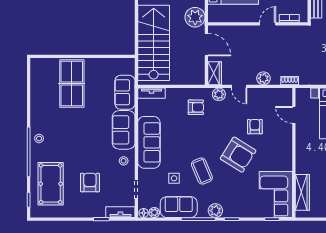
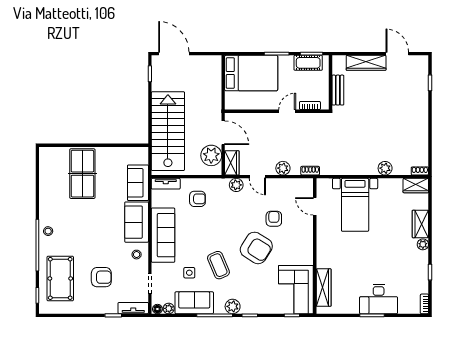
plant: (195, 17) -> (211, 155), moved
armchair: (196, 107) -> (197, 199), moved
armchair: (90, 183) -> (101, 277), turned 90

